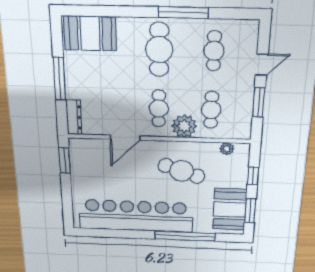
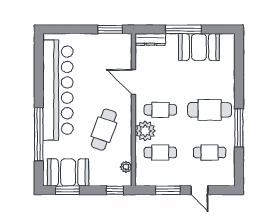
booth: (90, 33) -> (199, 47), moved, turned 90
window: (253, 176) -> (115, 190), moved

